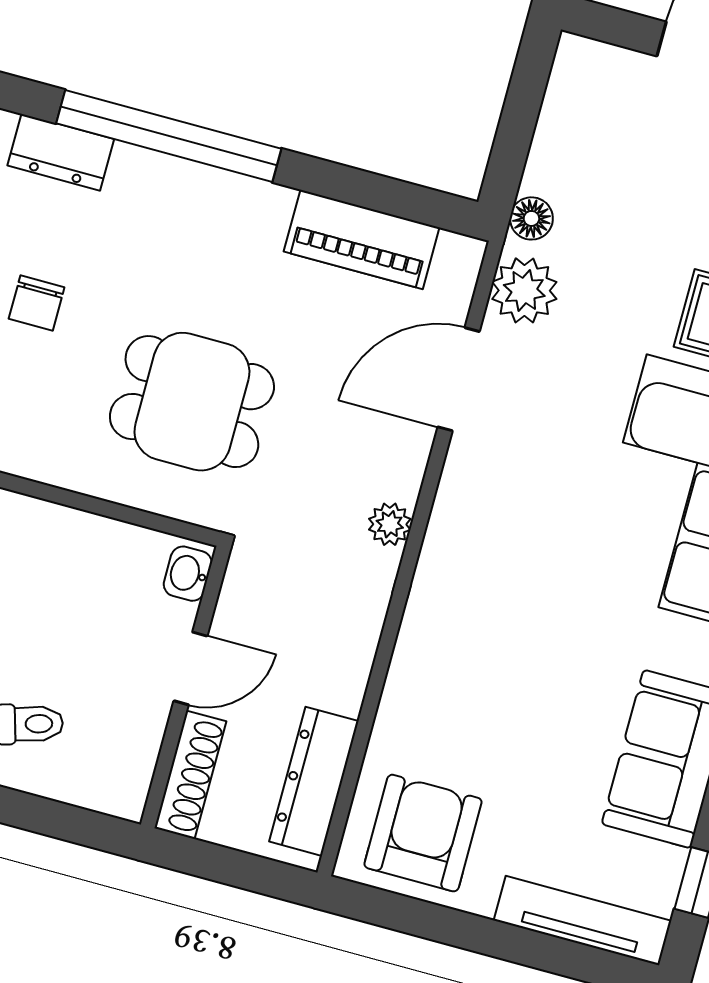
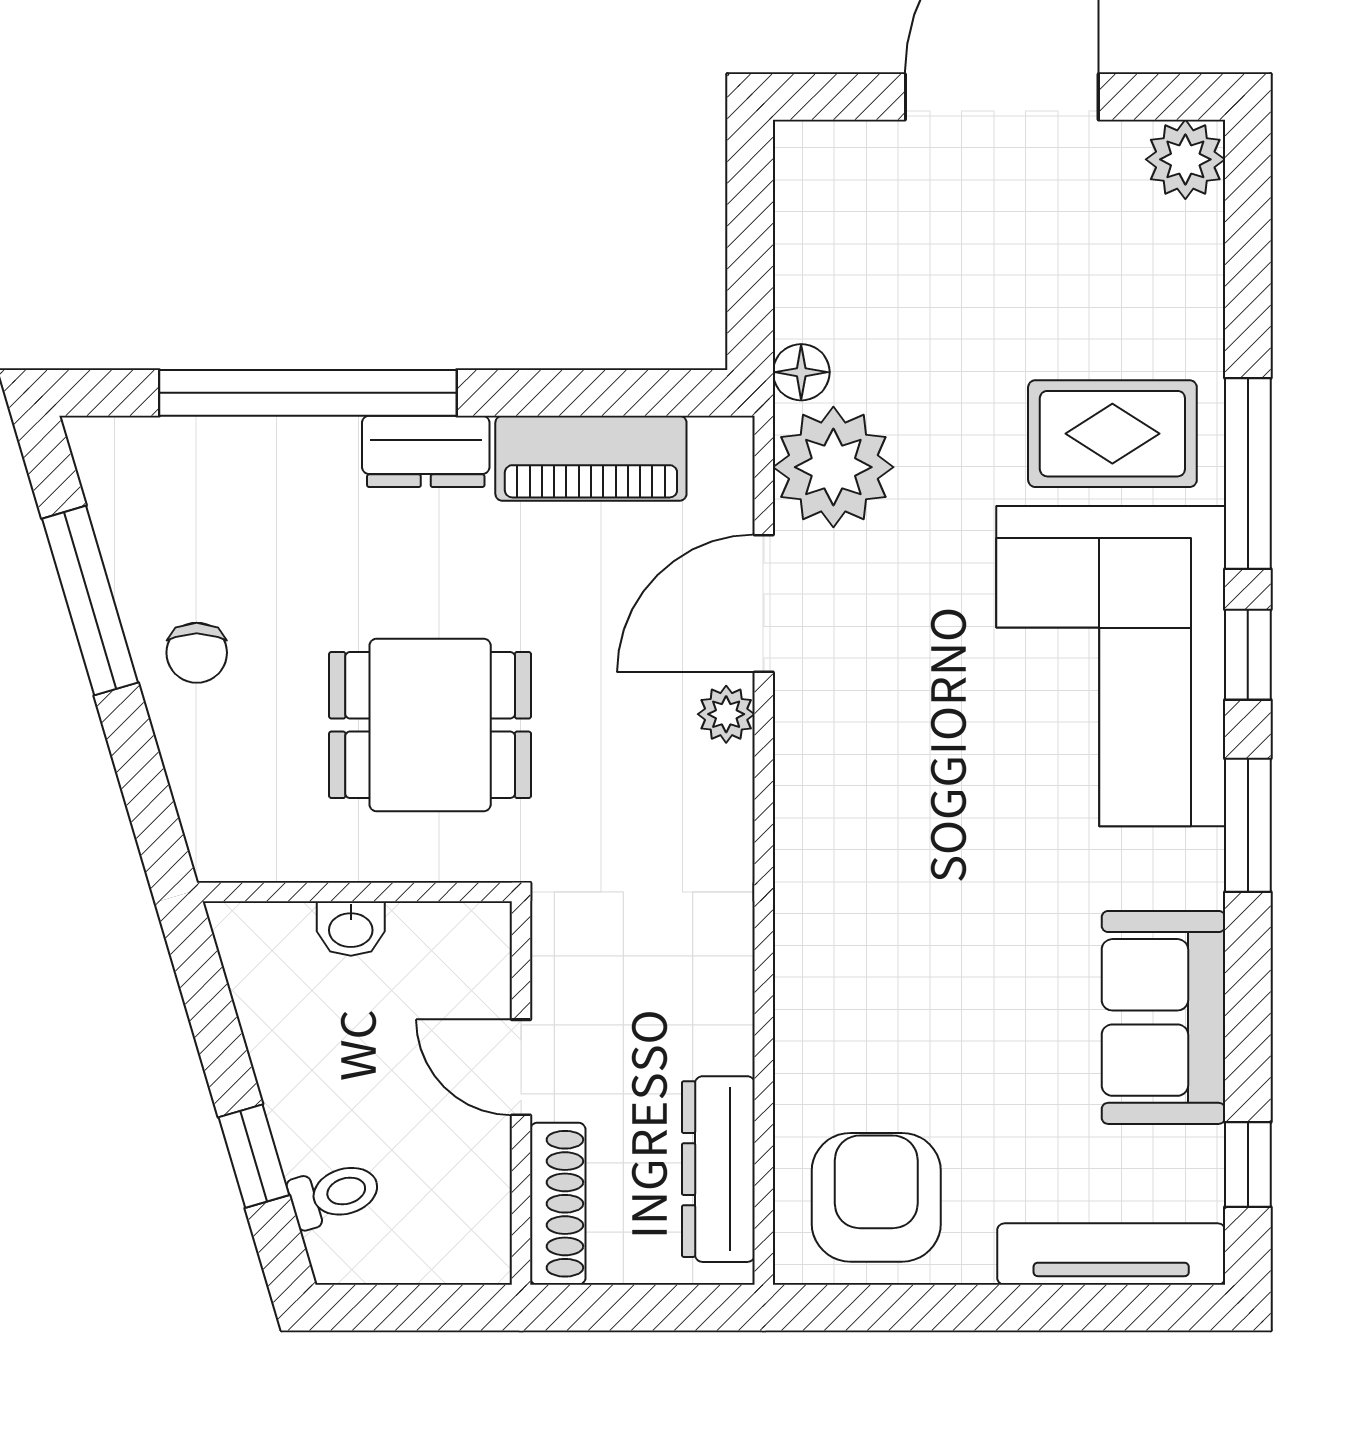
dresser: (61, 152) -> (426, 451), moved
plant: (524, 290) -> (833, 467), width x1.36, depth x1.36
plant: (390, 524) -> (726, 714), moved
washbasin: (188, 574) -> (351, 929), moved, turned -90
door: (191, 668) -> (521, 1067), swing flipped

